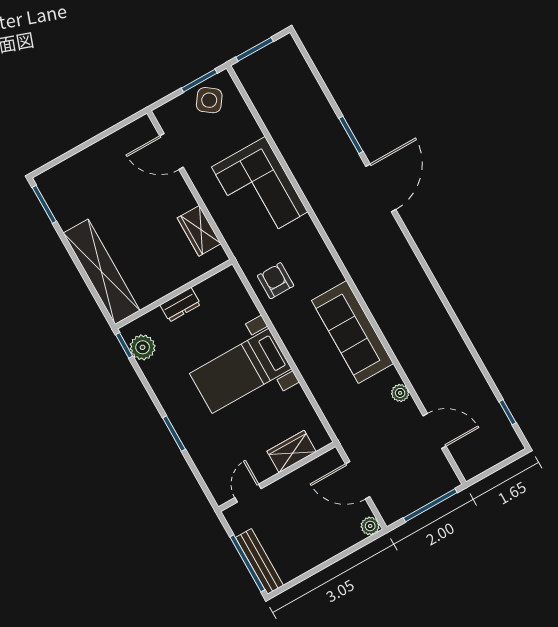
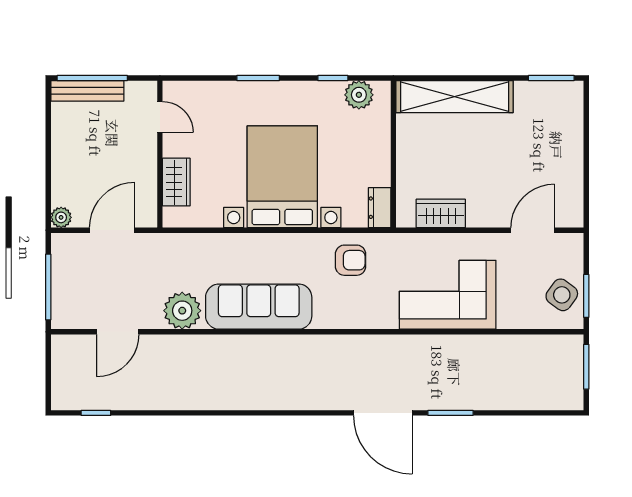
dresser: (180, 305) -> (380, 208), moved
window: (124, 345) -> (333, 78), moved
bed with nightstands: (241, 371) -> (282, 177), width x1.36
plant: (400, 393) -> (182, 311), width x1.88, depth x1.88

